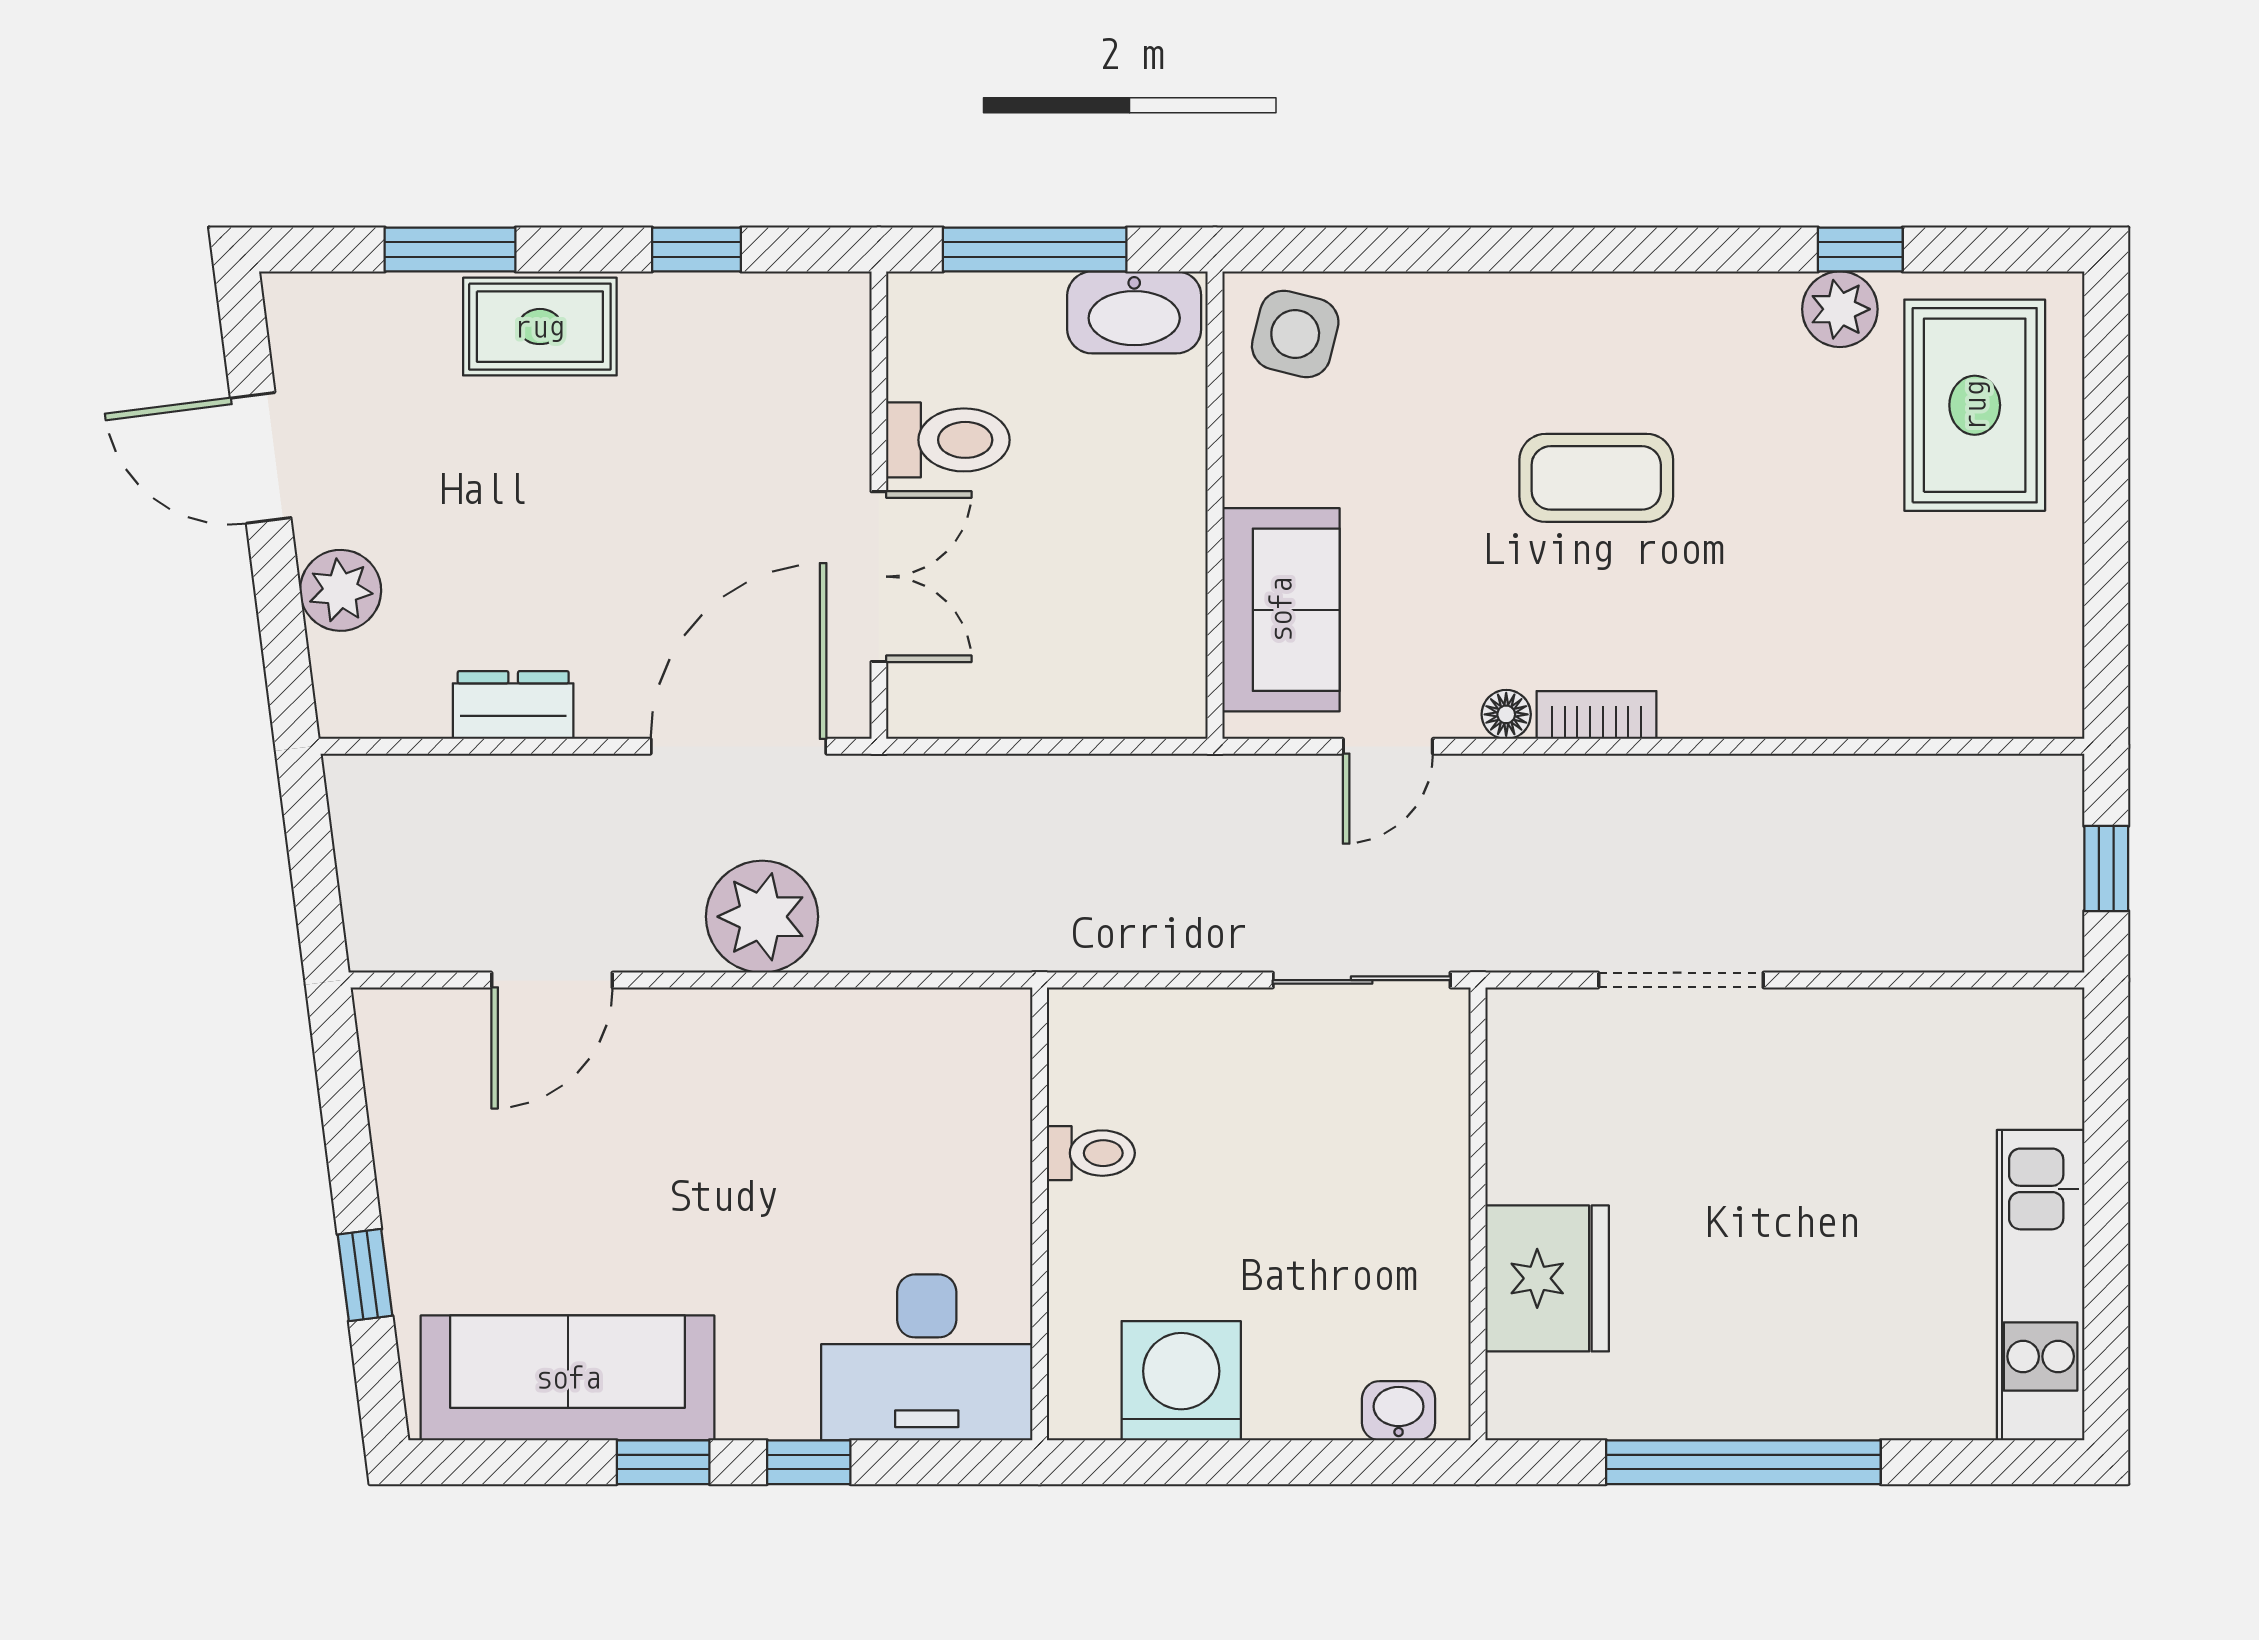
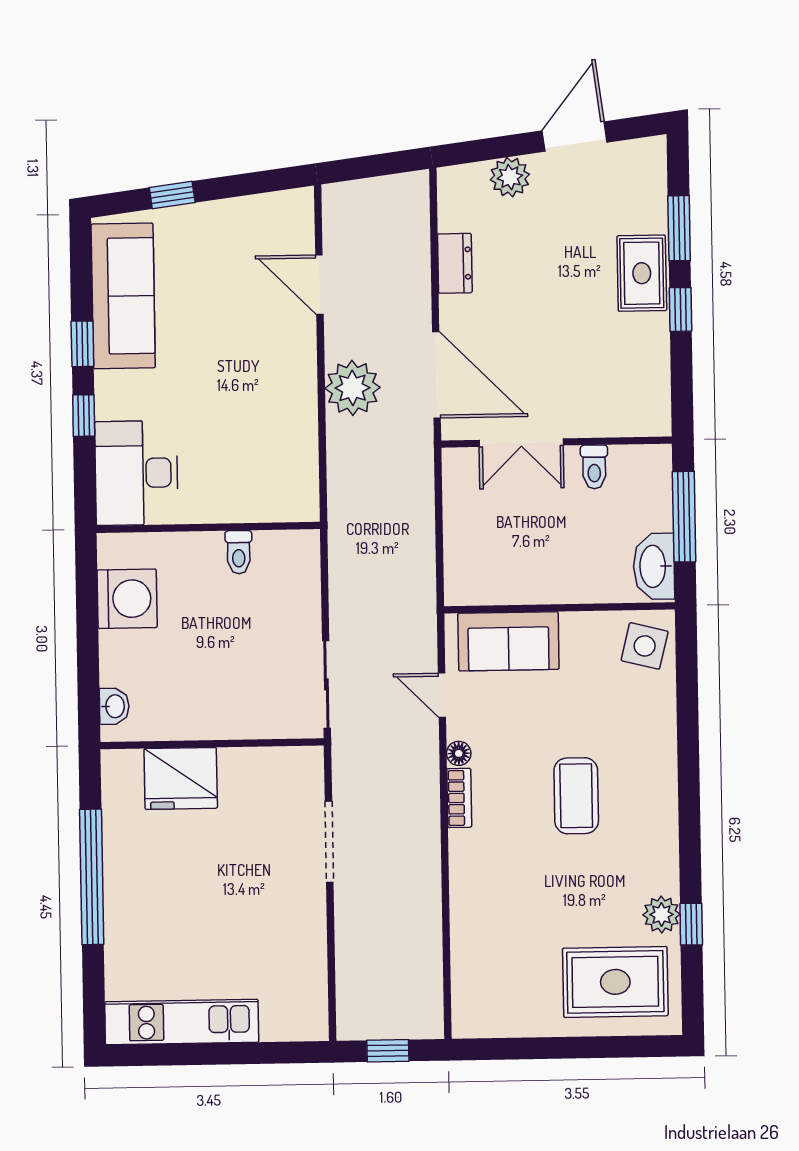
window: (696, 249) -> (680, 309), moved
toilet: (948, 440) -> (594, 467), width x0.73, depth x0.72

